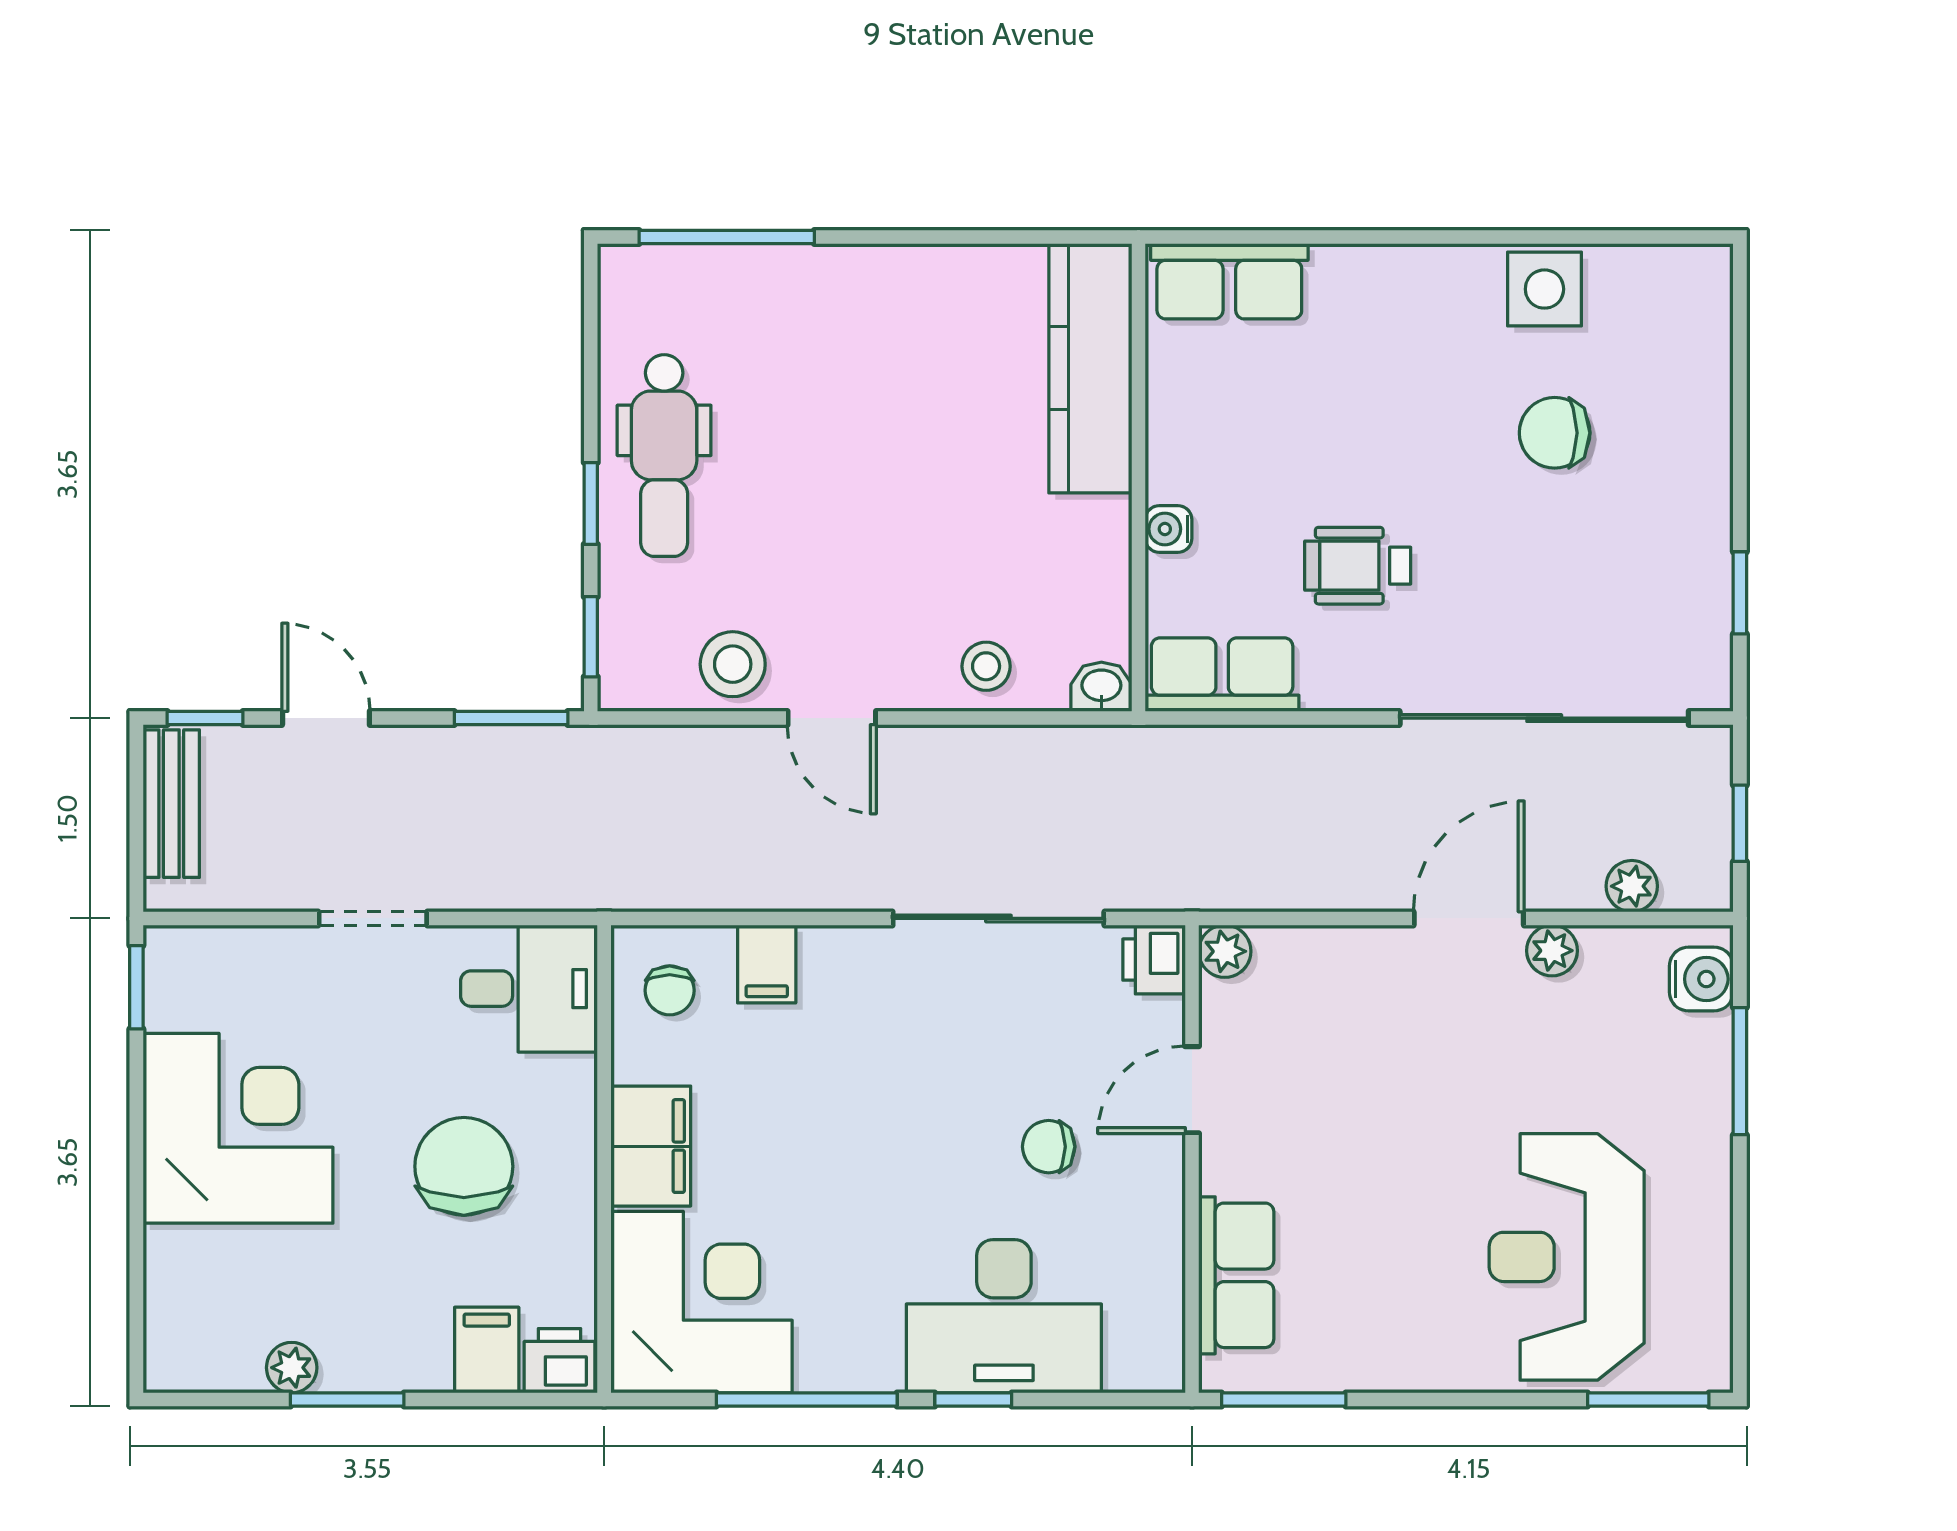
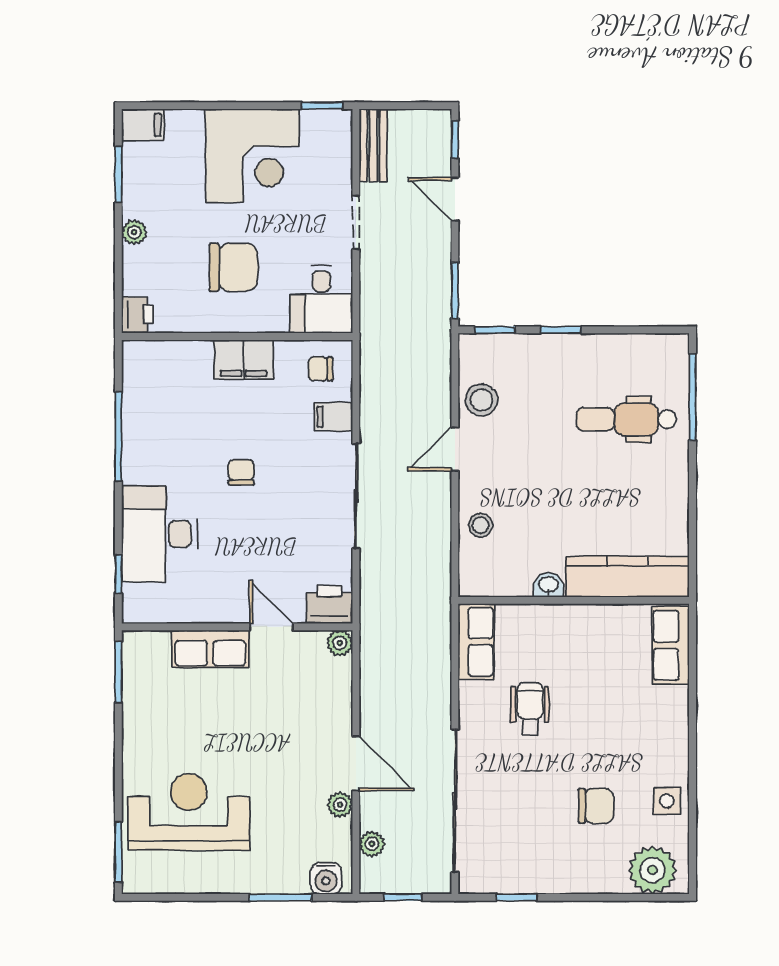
side table: (1544, 289) -> (667, 801), width x0.73, depth x0.73
plant: (1685, 318) -> (653, 870), added
chair: (1555, 433) -> (596, 806), turned 90
dental chair: (664, 456) -> (626, 419), moved
water cooler: (1169, 529) -> (548, 615), removed
washbasin: (1101, 687) -> (548, 585), moved, turned -90
door: (326, 718) -> (455, 199), swing flipped
bench: (171, 804) -> (373, 145), moved, turned 90
sliding door: (998, 918) -> (356, 496), moved
printer: (1154, 960) -> (329, 604), width x1.36, depth x1.24
chair: (1049, 1147) -> (241, 472), moved
row of seats: (1236, 1275) -> (210, 649), moved
corner desk: (701, 1302) -> (167, 385), removed
filing cabinet: (487, 1350) -> (143, 125), moved
plant: (292, 1368) -> (134, 232), moved
window: (347, 1399) -> (118, 174), moved
window: (973, 1399) -> (118, 574), moved

